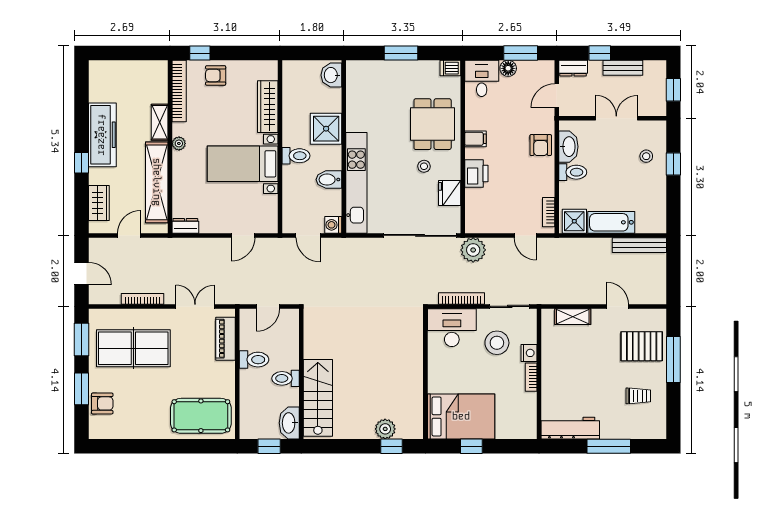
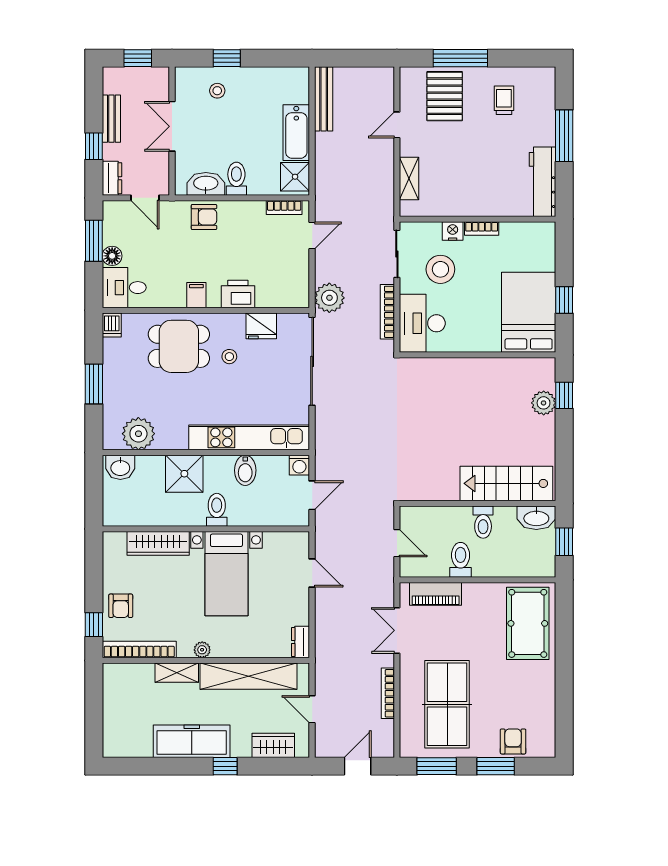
plant: (359, 90) -> (138, 434), added

